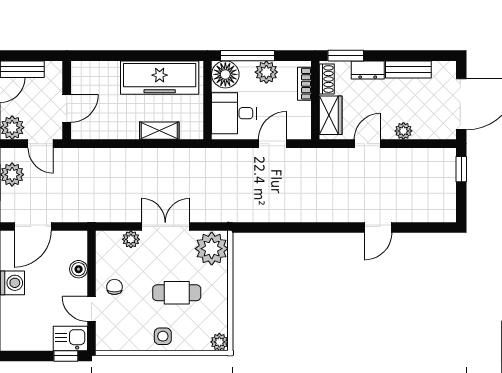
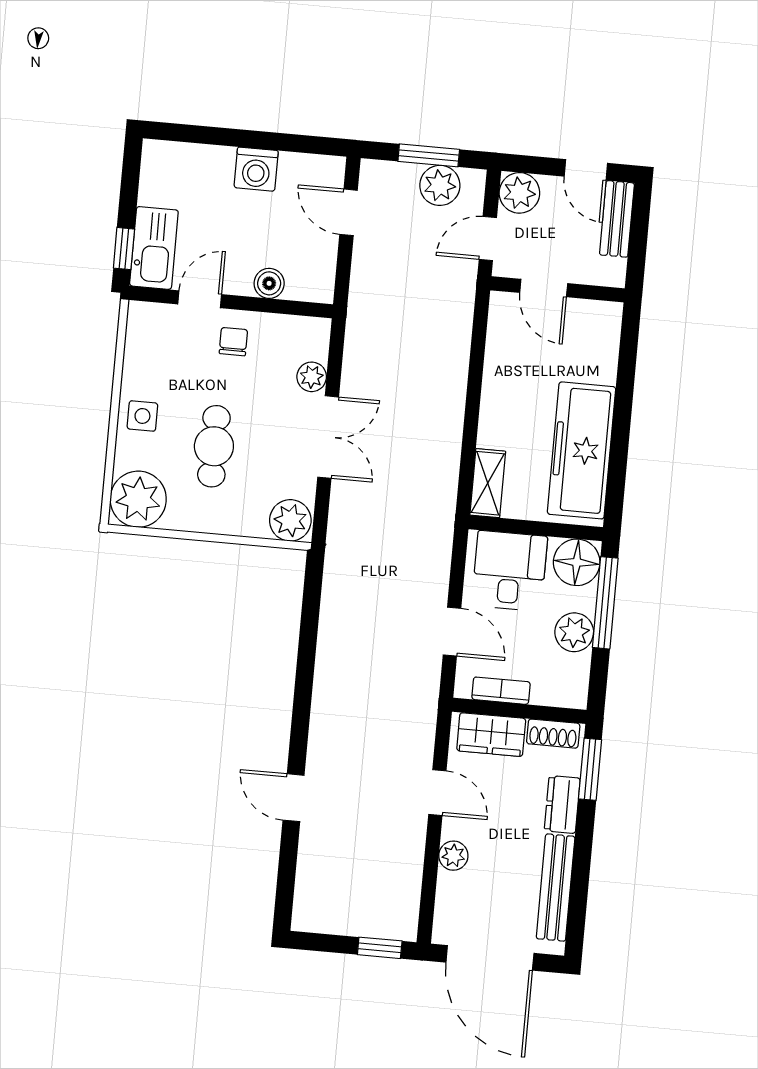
bench: (408, 69) -> (556, 888), width x1.36
bookcase: (304, 84) -> (501, 691), moved
shelving: (159, 131) -> (488, 483), moved
door: (33, 226) -> (349, 212), width x0.73
plant: (212, 249) -> (290, 520), width x0.73, depth x0.73
chair: (114, 287) -> (233, 342), turned -90
kitchen sink: (70, 338) -> (154, 248), width x1.38
plant: (219, 342) -> (138, 499), width x1.87, depth x1.87

